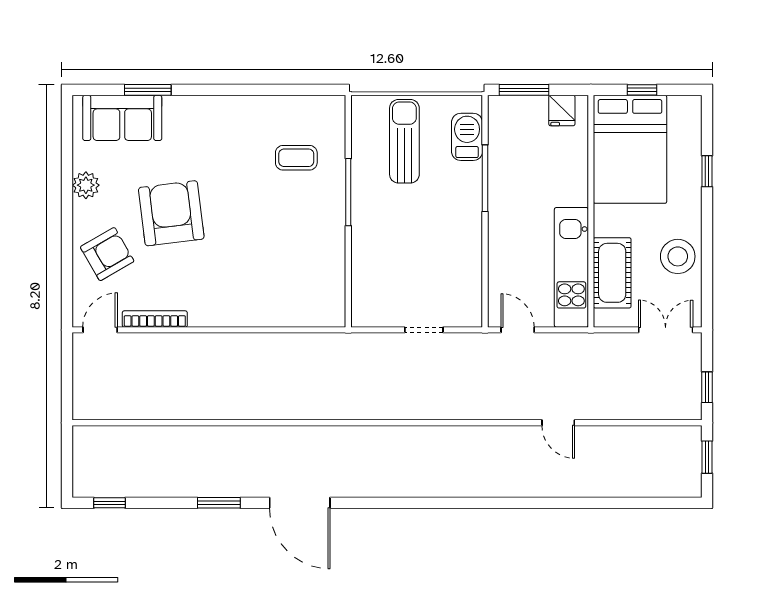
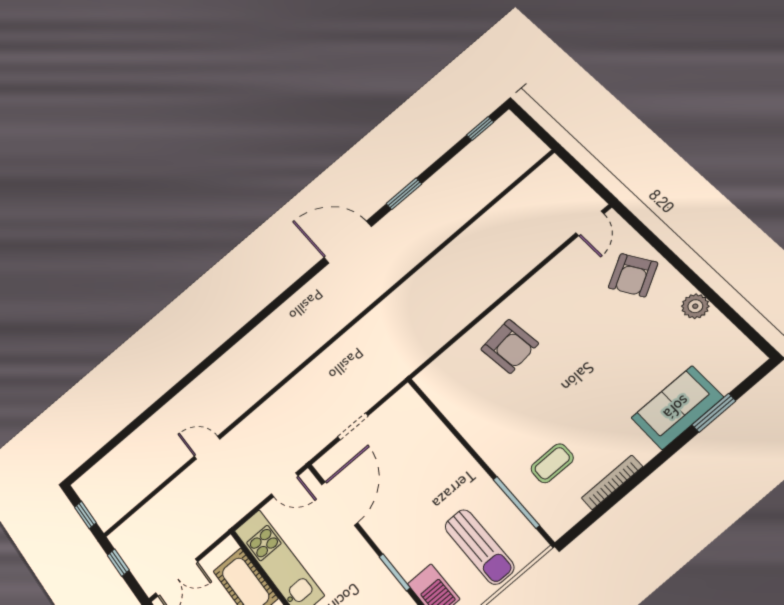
sofa: (122, 118) -> (677, 408), moved
window: (485, 178) -> (395, 572), width x0.69
window: (348, 192) -> (516, 502), moved
armchair: (171, 213) -> (510, 346), moved, width x0.73, depth x0.73
door: (485, 273) -> (340, 503), added
bookcase: (155, 319) -> (612, 482), moved, turned 180

